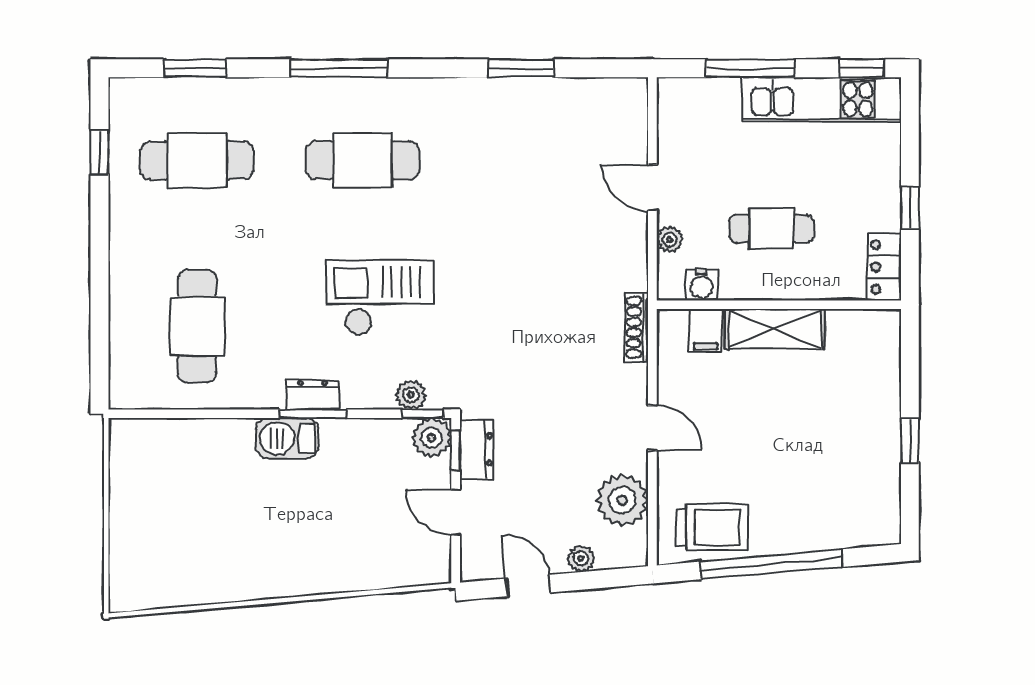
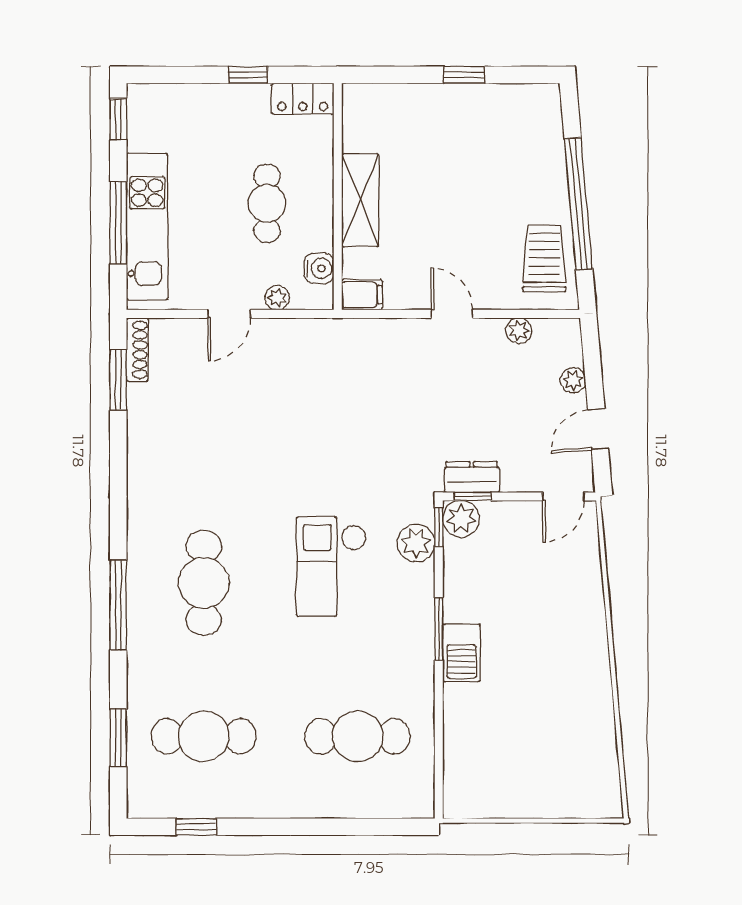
window: (521, 68) -> (118, 380), moved
kitchen unit: (821, 99) -> (147, 227), moved
cafe table: (197, 160) -> (204, 736), turned 90
shoe rack: (636, 327) -> (137, 350), moved, turned -90
filing cabinet: (706, 331) -> (362, 295), moved
dresser: (313, 395) -> (421, 629), removed
plant: (411, 395) -> (416, 543), width x1.38, depth x1.38
door: (652, 428) -> (452, 314), hinge flipped
plant: (622, 500) -> (519, 331), width x0.53, depth x0.53
door: (456, 512) -> (563, 496), moved

